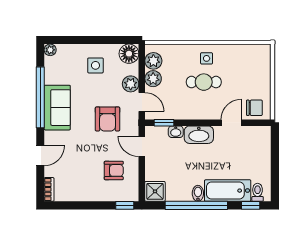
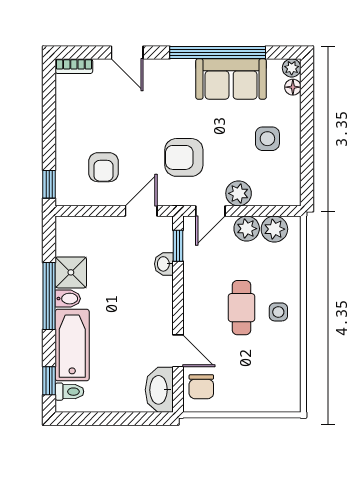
floor lamp: (129, 54) -> (293, 87), moved, width x0.53, depth x0.53
sofa: (57, 108) -> (231, 79), moved
washbasin: (199, 135) -> (159, 390), moved
shower: (155, 191) -> (71, 272), moved
window: (196, 205) -> (49, 296), width x0.68

